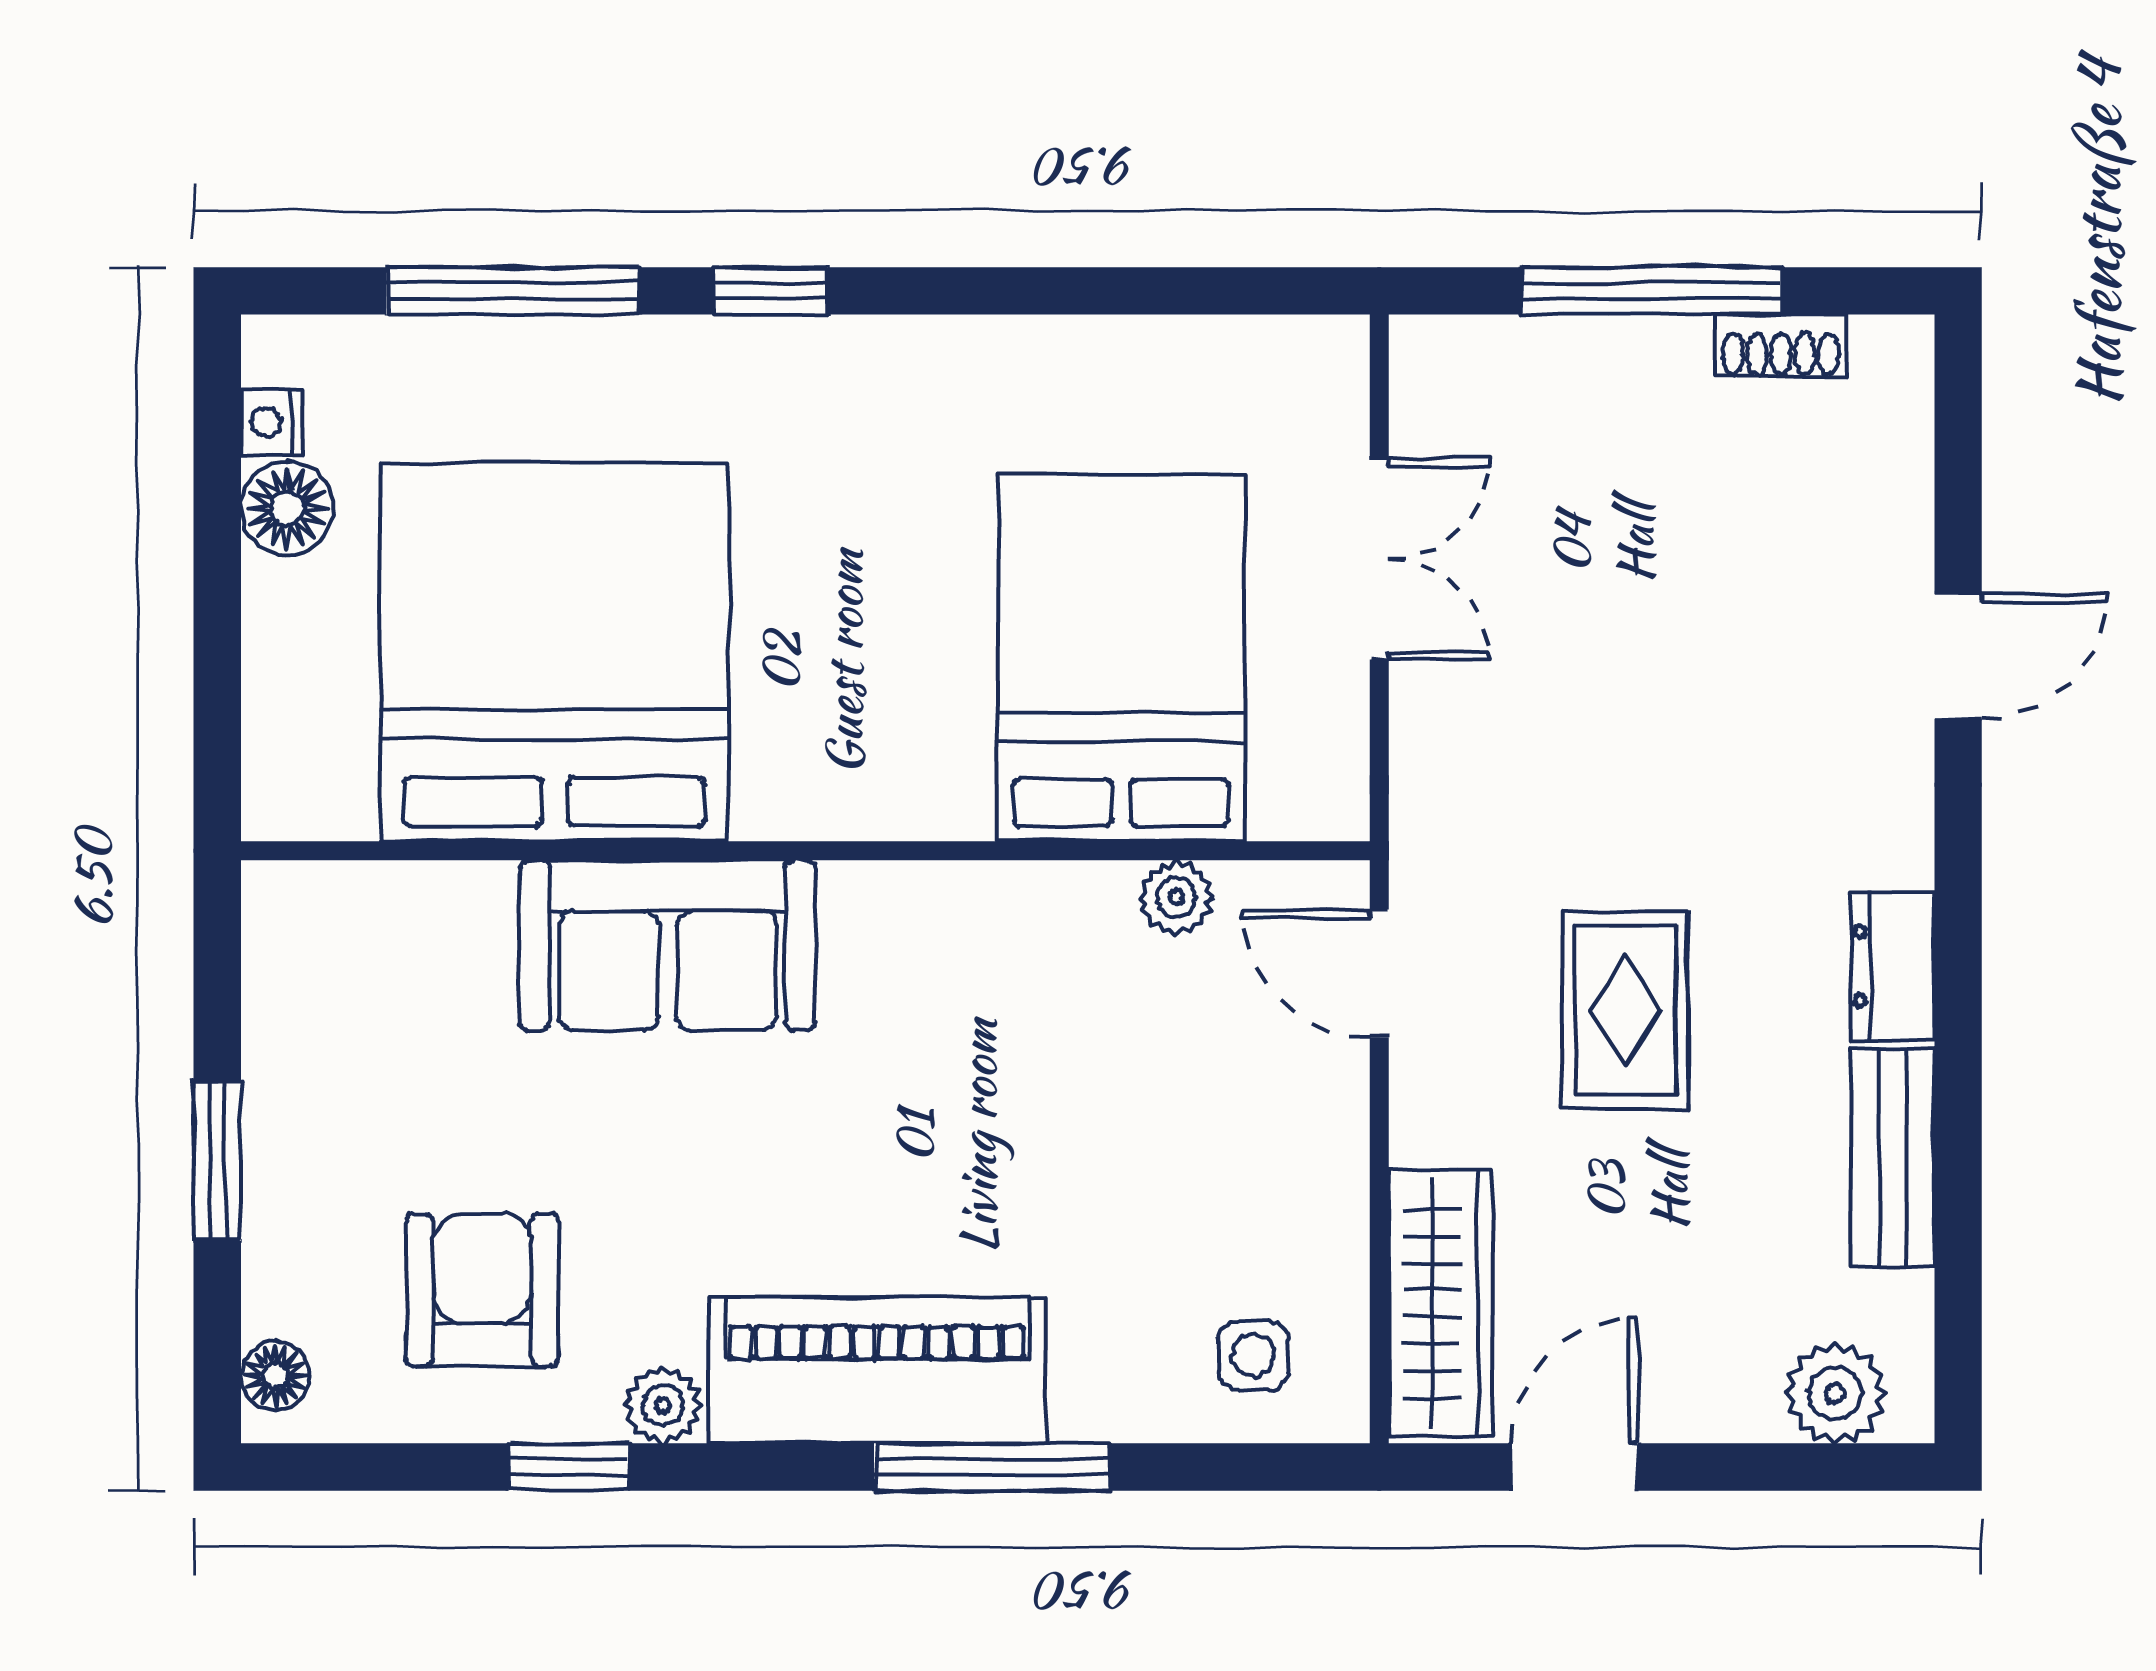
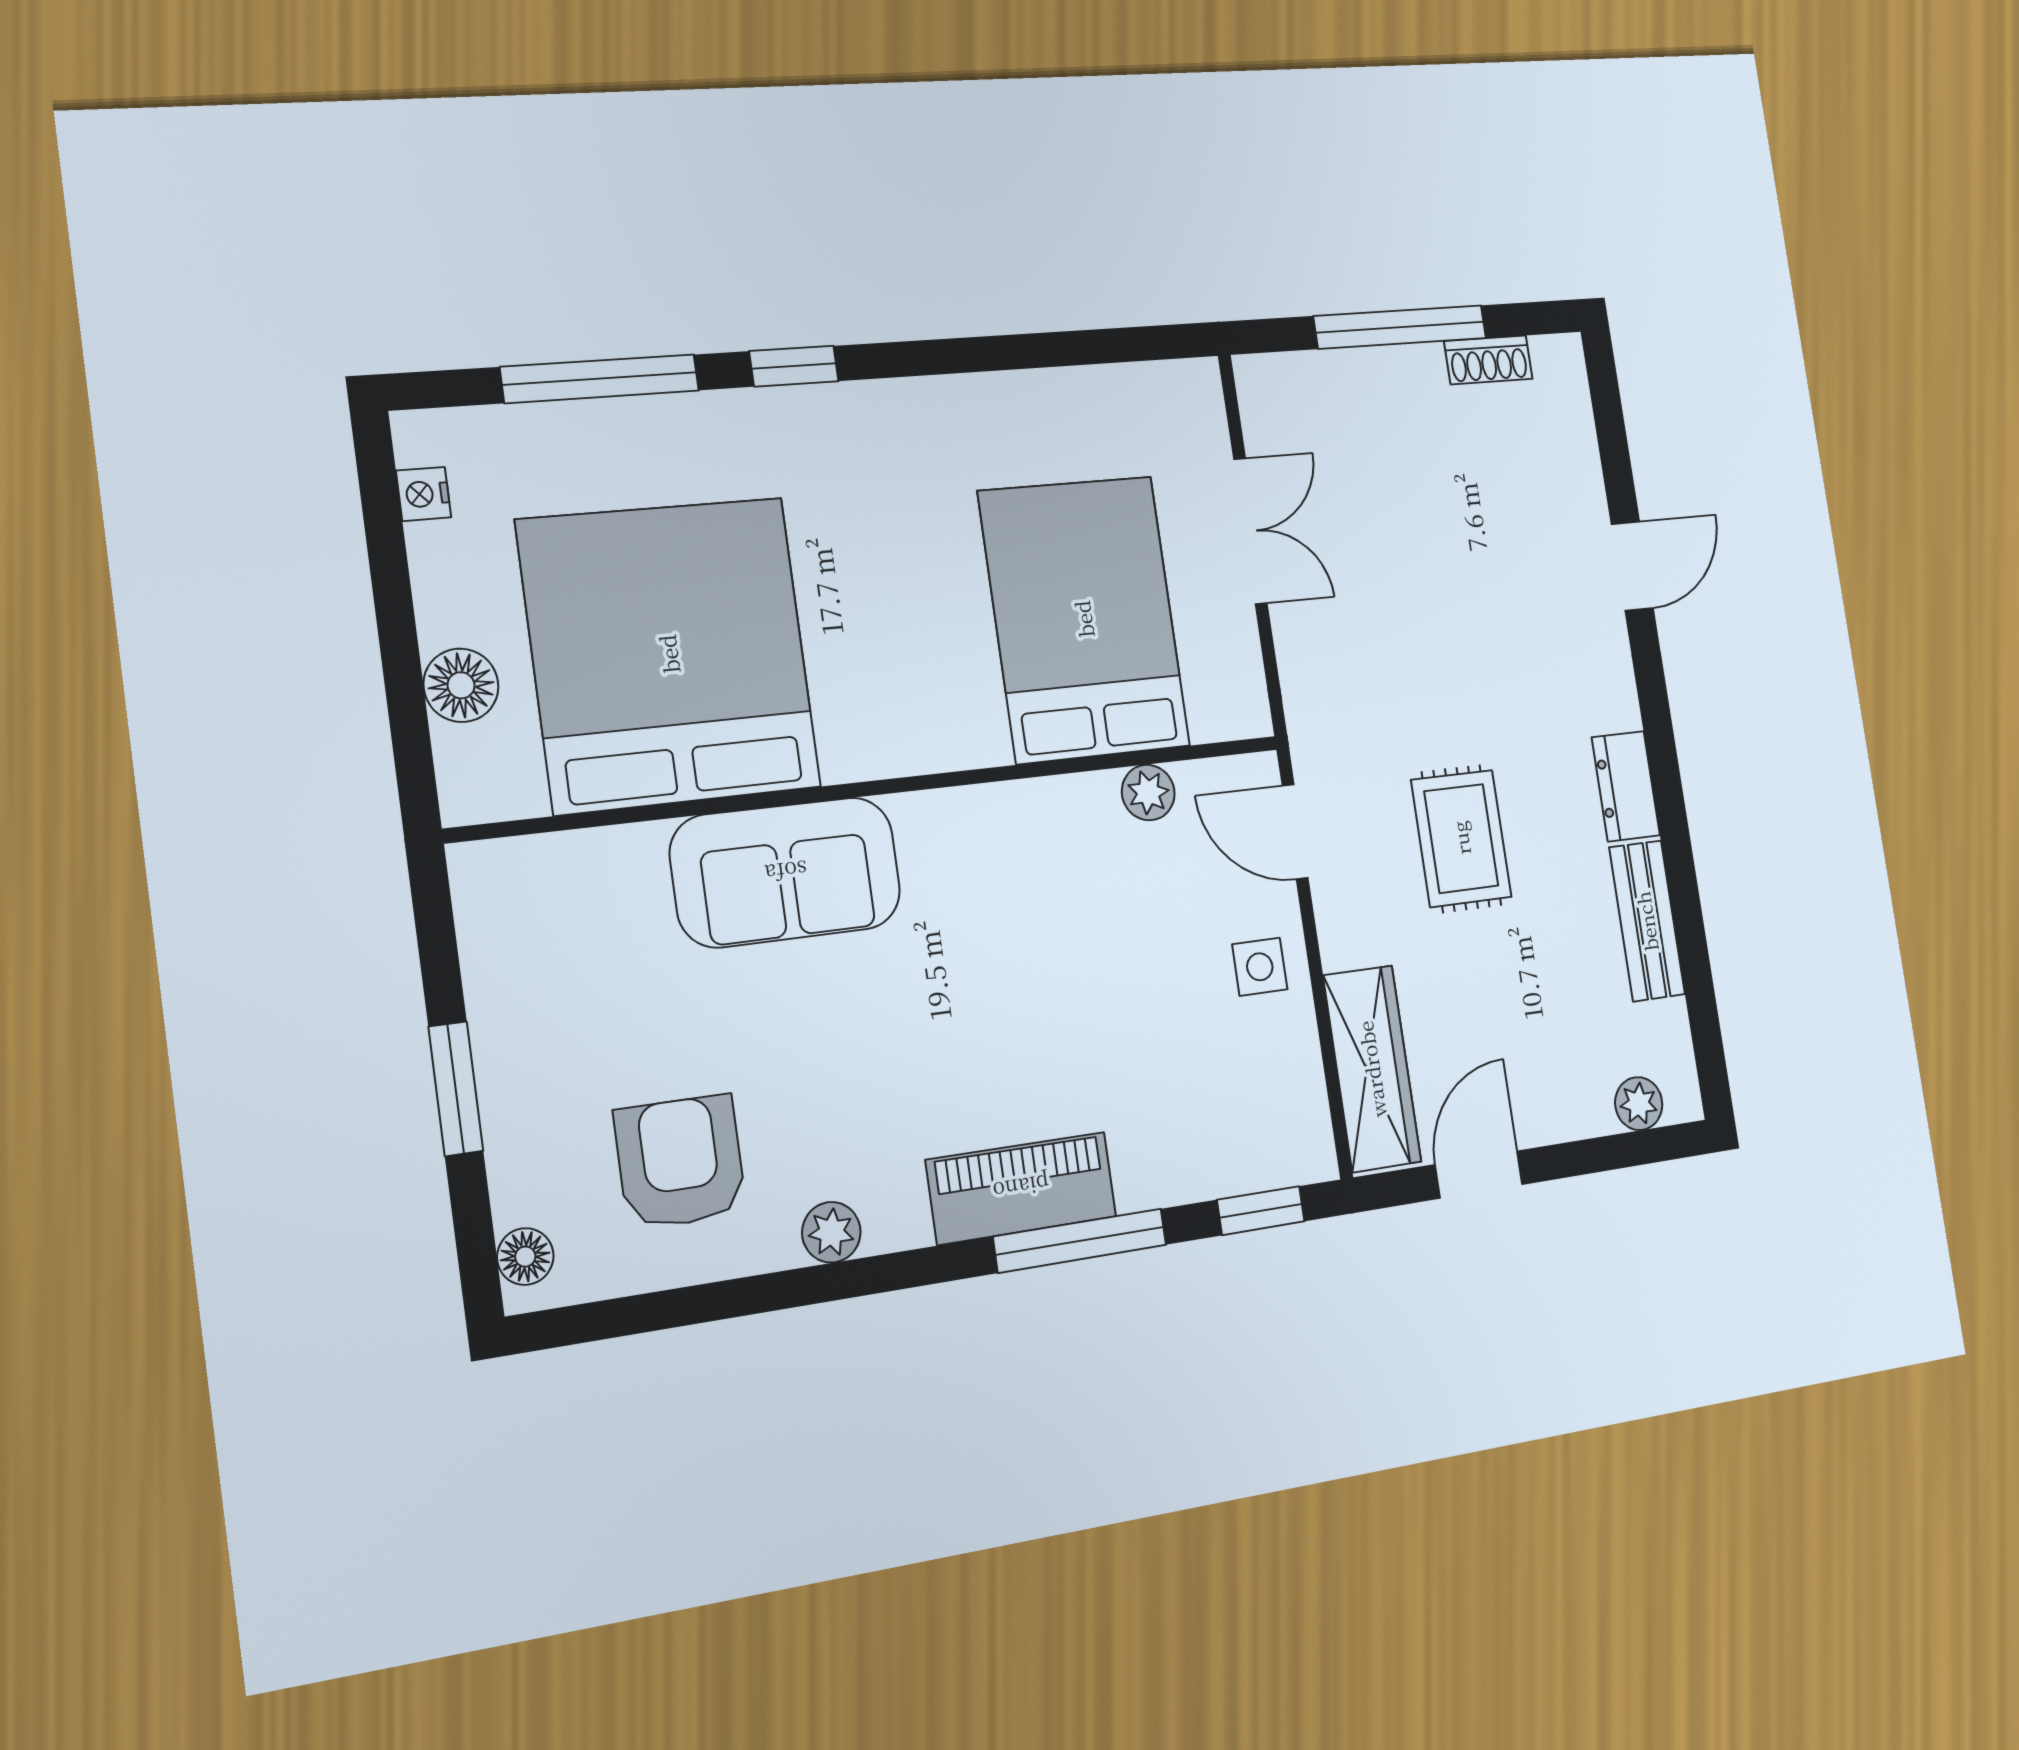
floor lamp: (287, 508) -> (461, 685), moved
side table: (1253, 1355) -> (1260, 967), moved
piano: (877, 1370) -> (1021, 1188), width x0.73, depth x0.75
plant: (1835, 1393) -> (1639, 1104), width x0.73, depth x0.73
window: (568, 1467) -> (1261, 1211), moved

